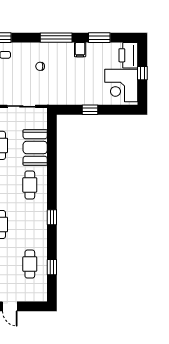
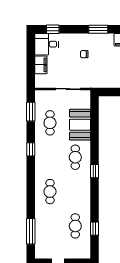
window: (56, 38) -> (98, 29), width x0.69
window: (52, 217) -> (95, 171), moved

